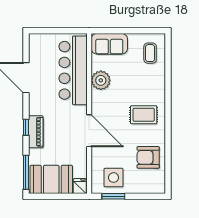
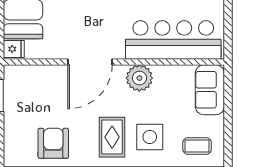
plant: (101, 80) -> (139, 78), moved
side table: (114, 178) -> (150, 137), moved

